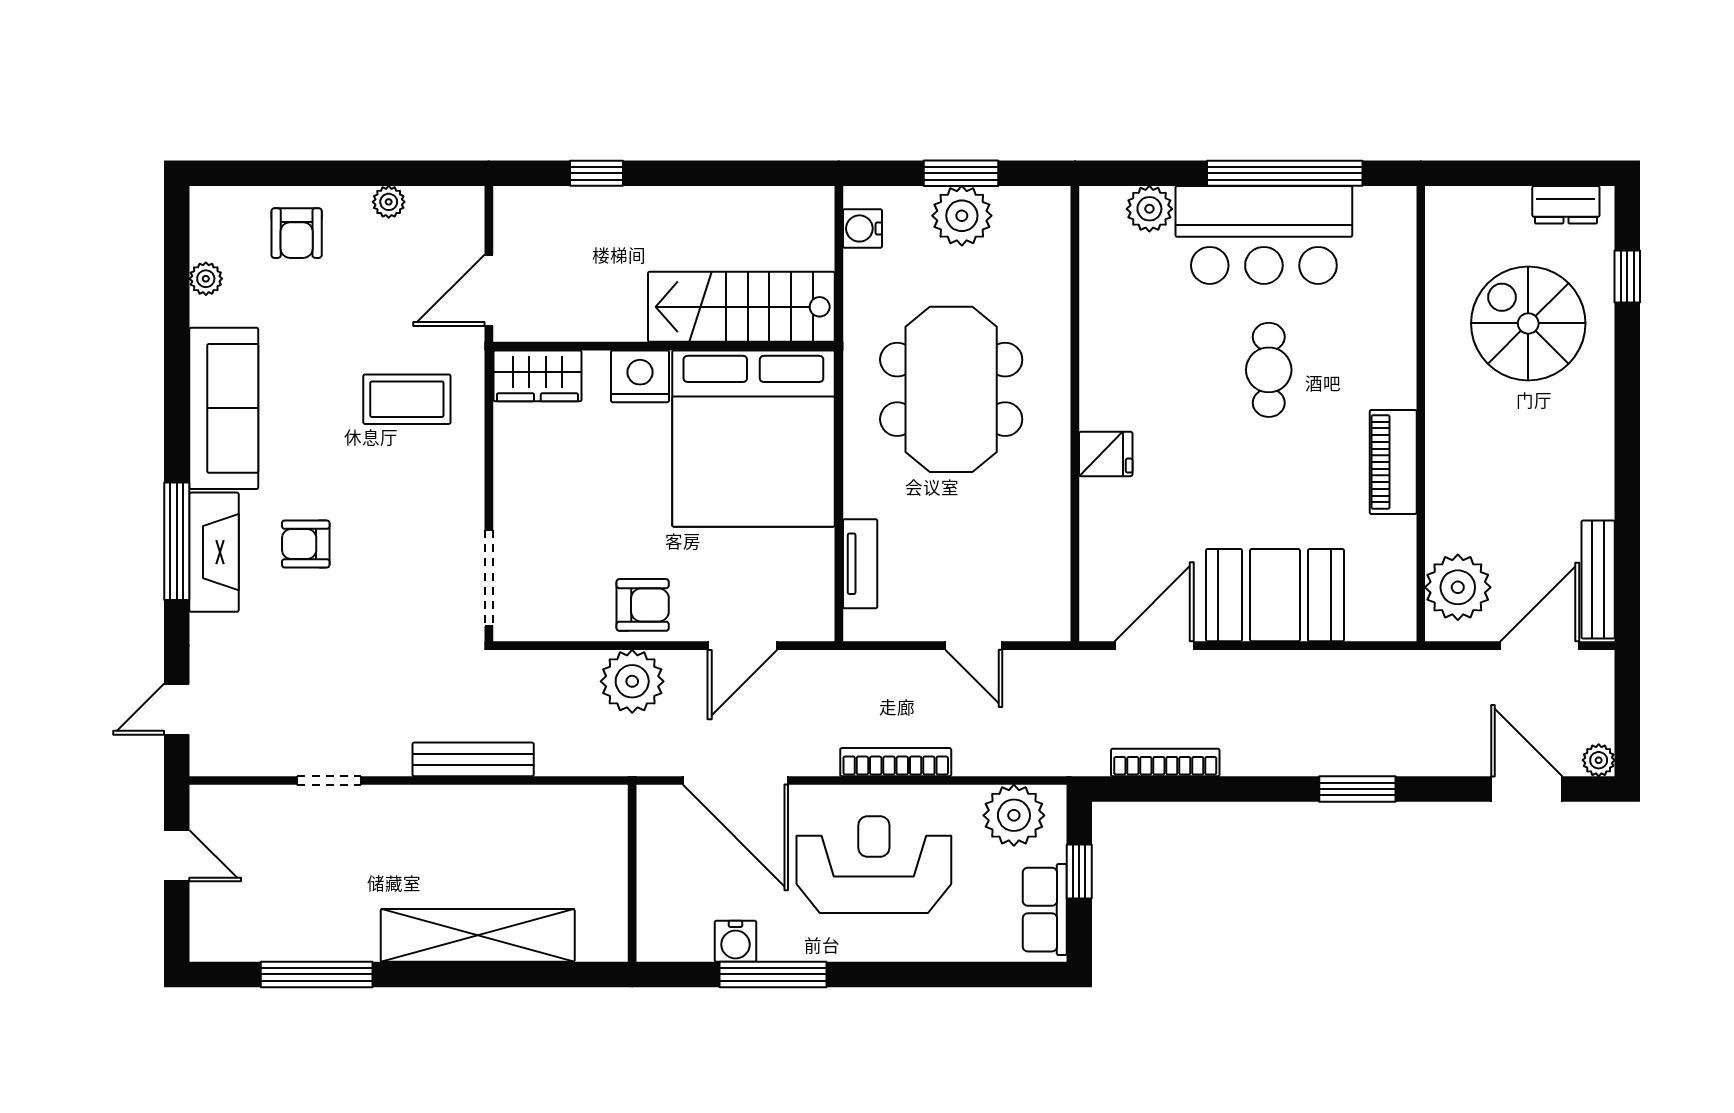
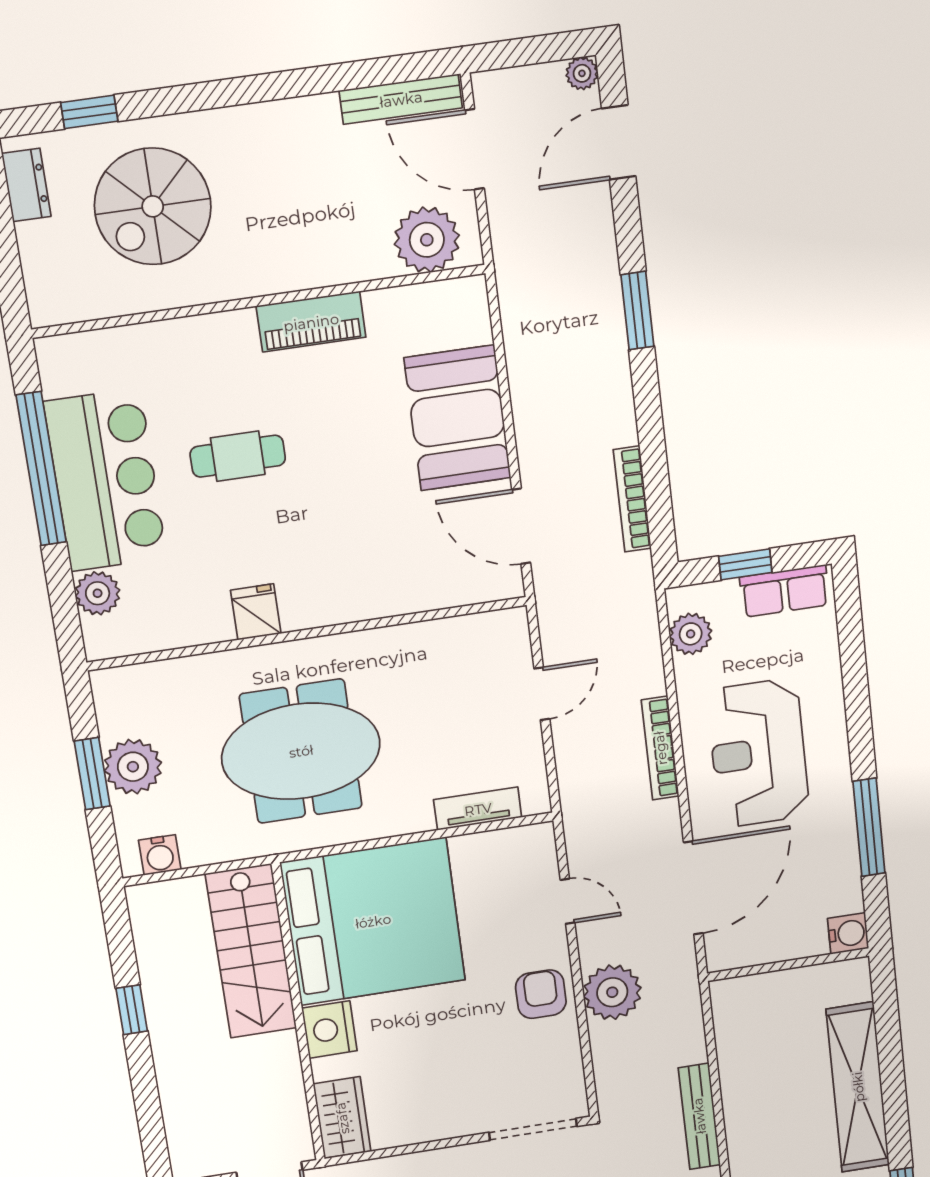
window: (596, 173) -> (132, 1010), moved
fridge: (1106, 454) -> (256, 612), moved
door: (742, 646) -> (568, 901), width x0.73
plant: (1014, 815) -> (691, 634), width x0.73, depth x0.73
water cooler: (736, 941) -> (848, 933), moved

